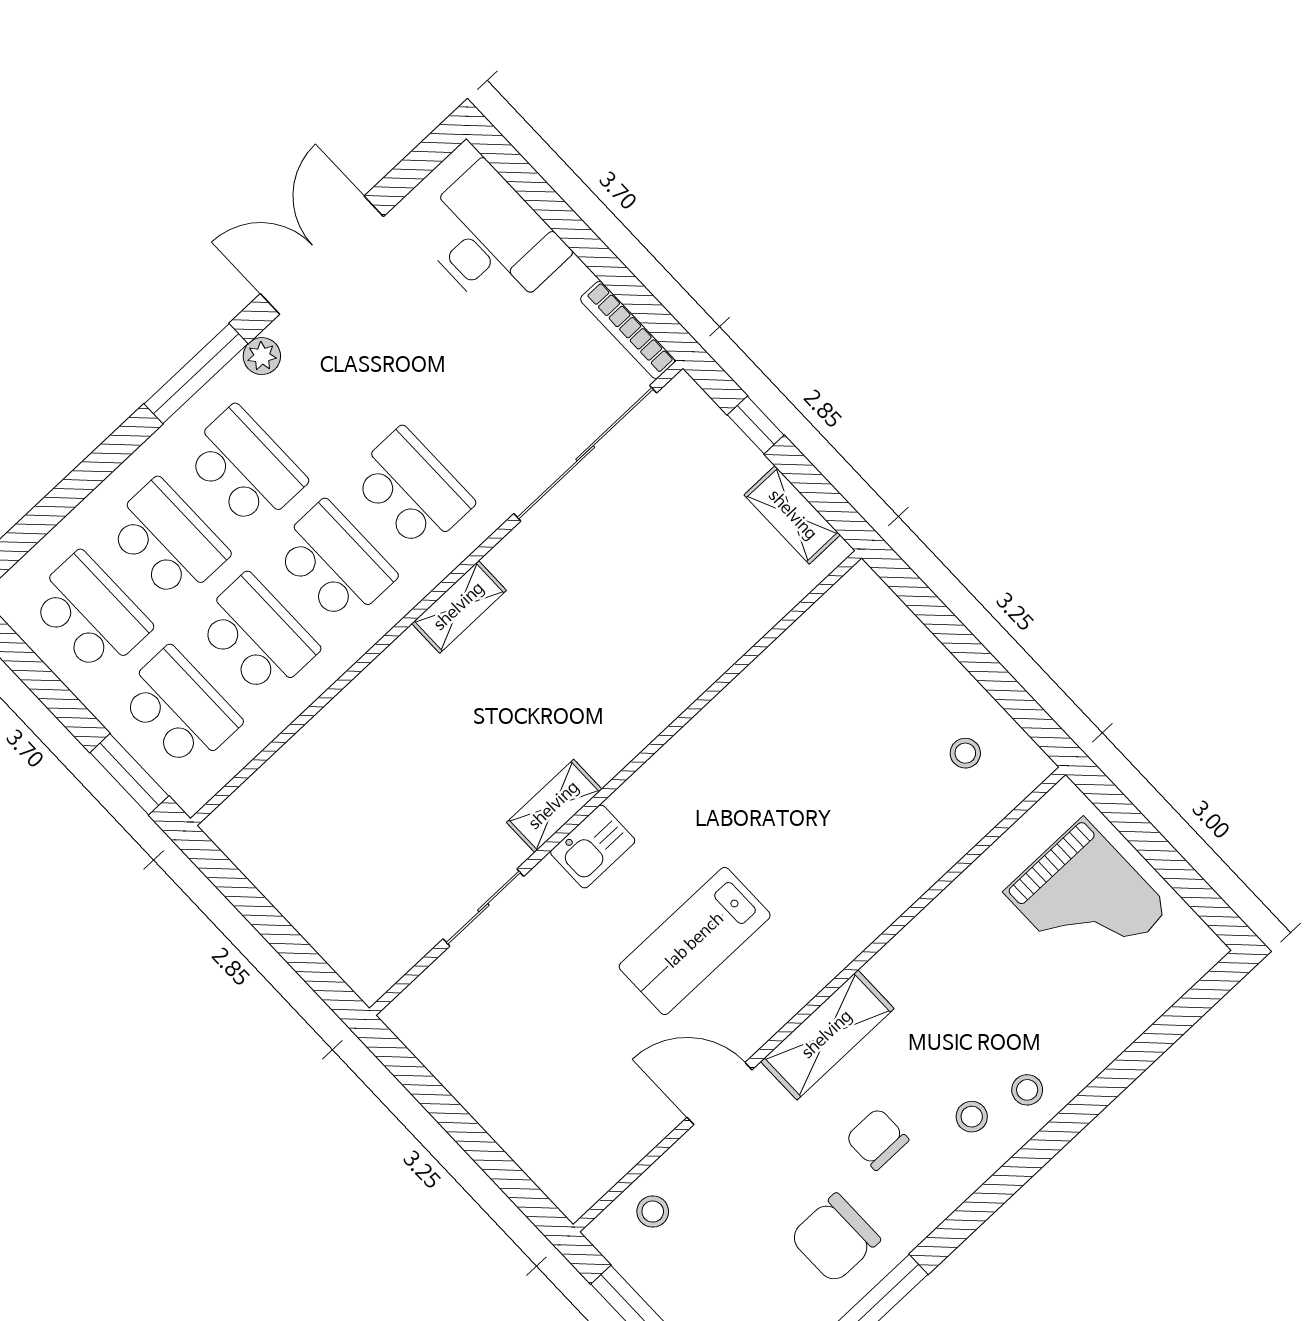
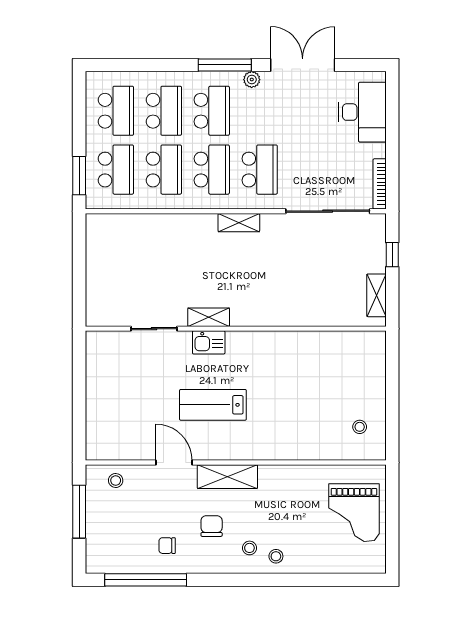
chair: (835, 1238) -> (167, 546), width x0.54, depth x0.54

